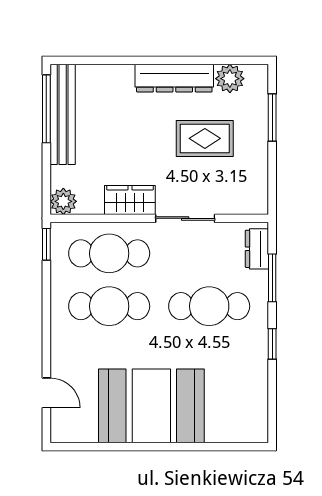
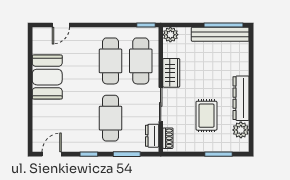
shoe rack: (244, 206) -> (168, 138), added
dresser: (257, 249) -> (152, 136), moved, turned -90
booth: (151, 406) -> (47, 77), width x0.73, depth x0.70
door: (272, 409) -> (52, 154), added

